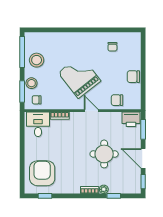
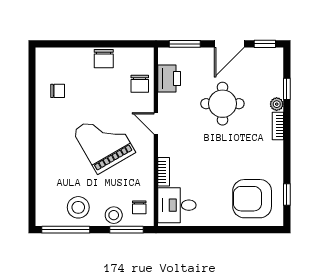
grand piano: (79, 77) -> (104, 142), turned 98
door: (91, 111) -> (156, 123), hinge flipped
printer: (131, 119) -> (169, 79), moved

